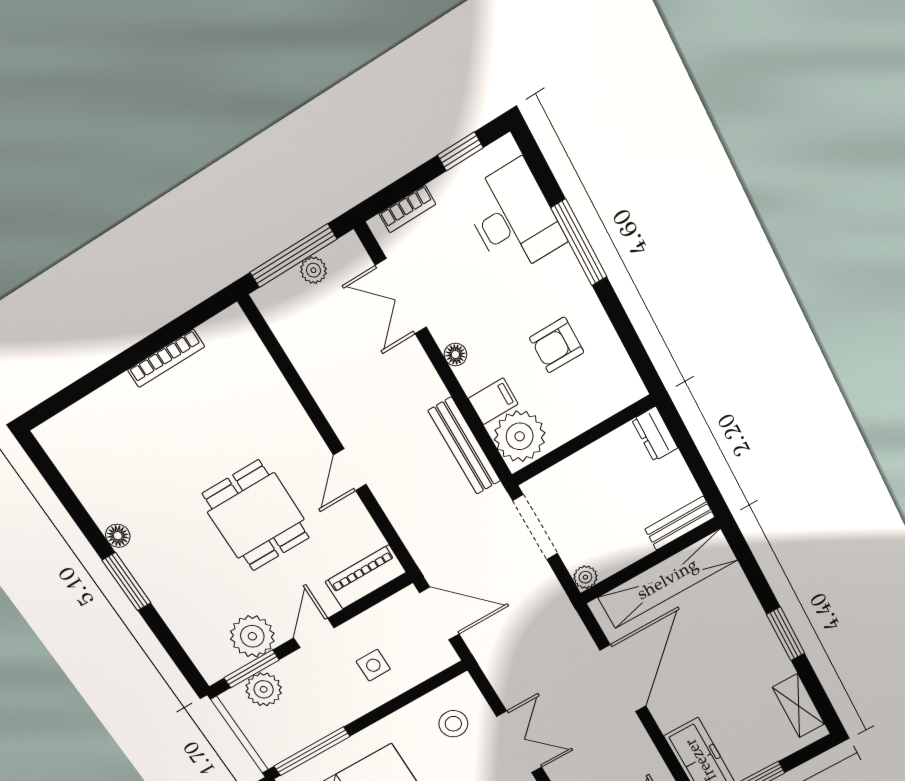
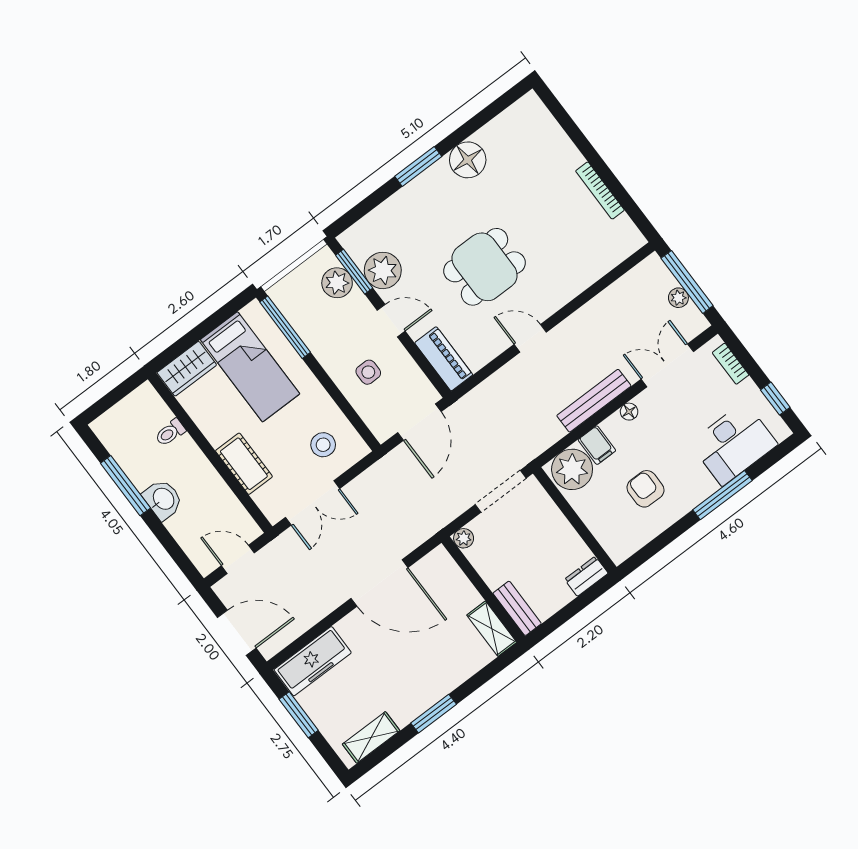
bench: (464, 446) -> (594, 401), moved
floor lamp: (118, 536) -> (468, 160), width x1.89, depth x1.89
shelving: (667, 579) -> (492, 629), width x0.45, depth x0.75

